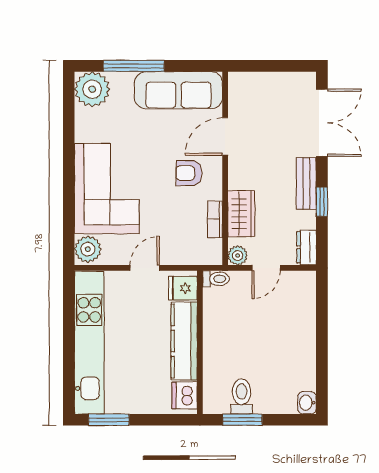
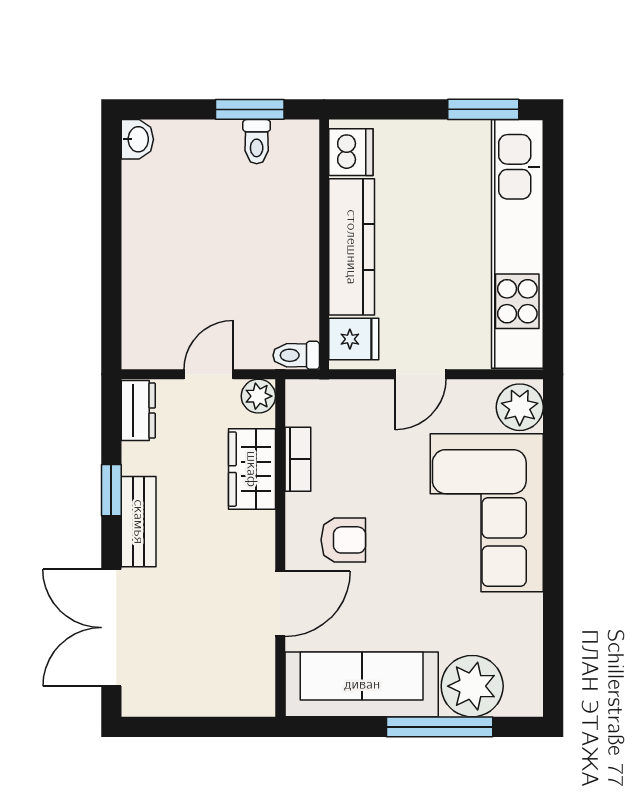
plant: (92, 89) -> (472, 686), moved
toilet: (242, 396) -> (257, 142), width x0.73, depth x0.72

